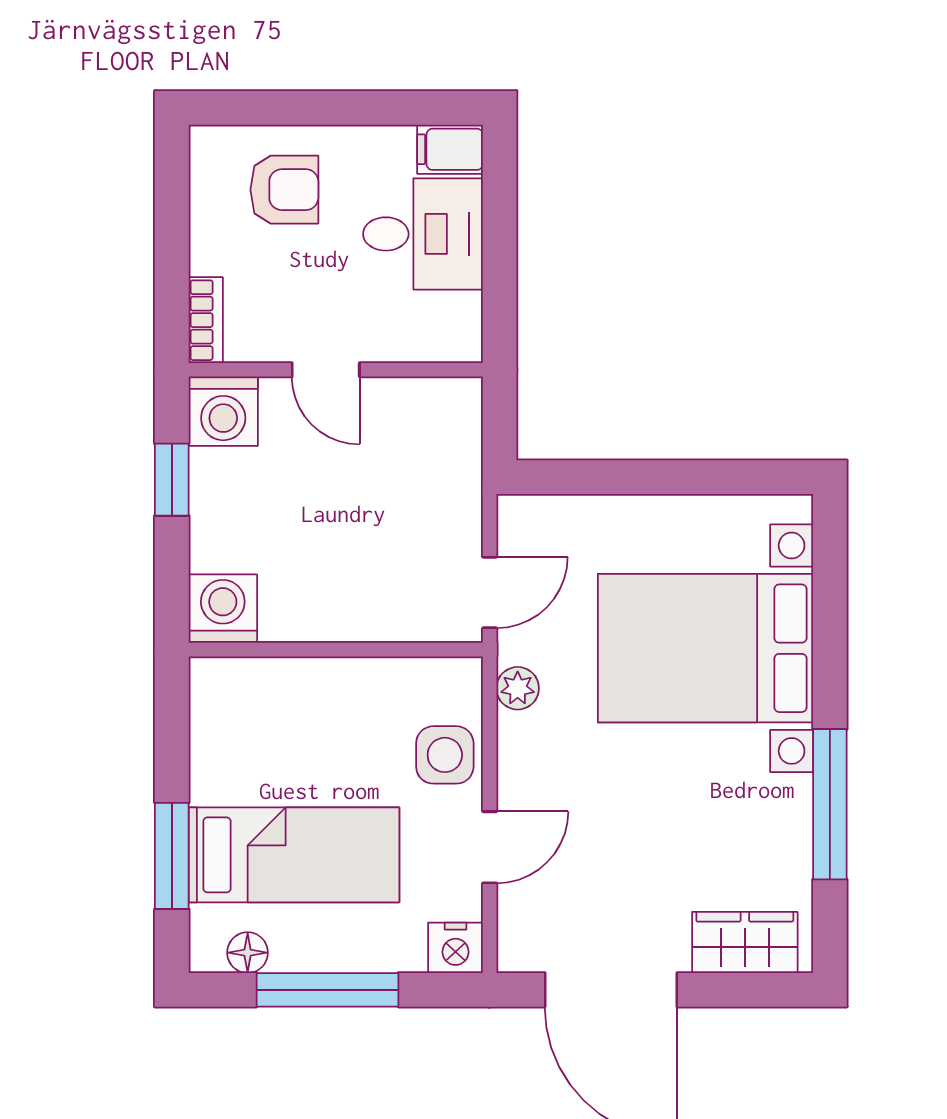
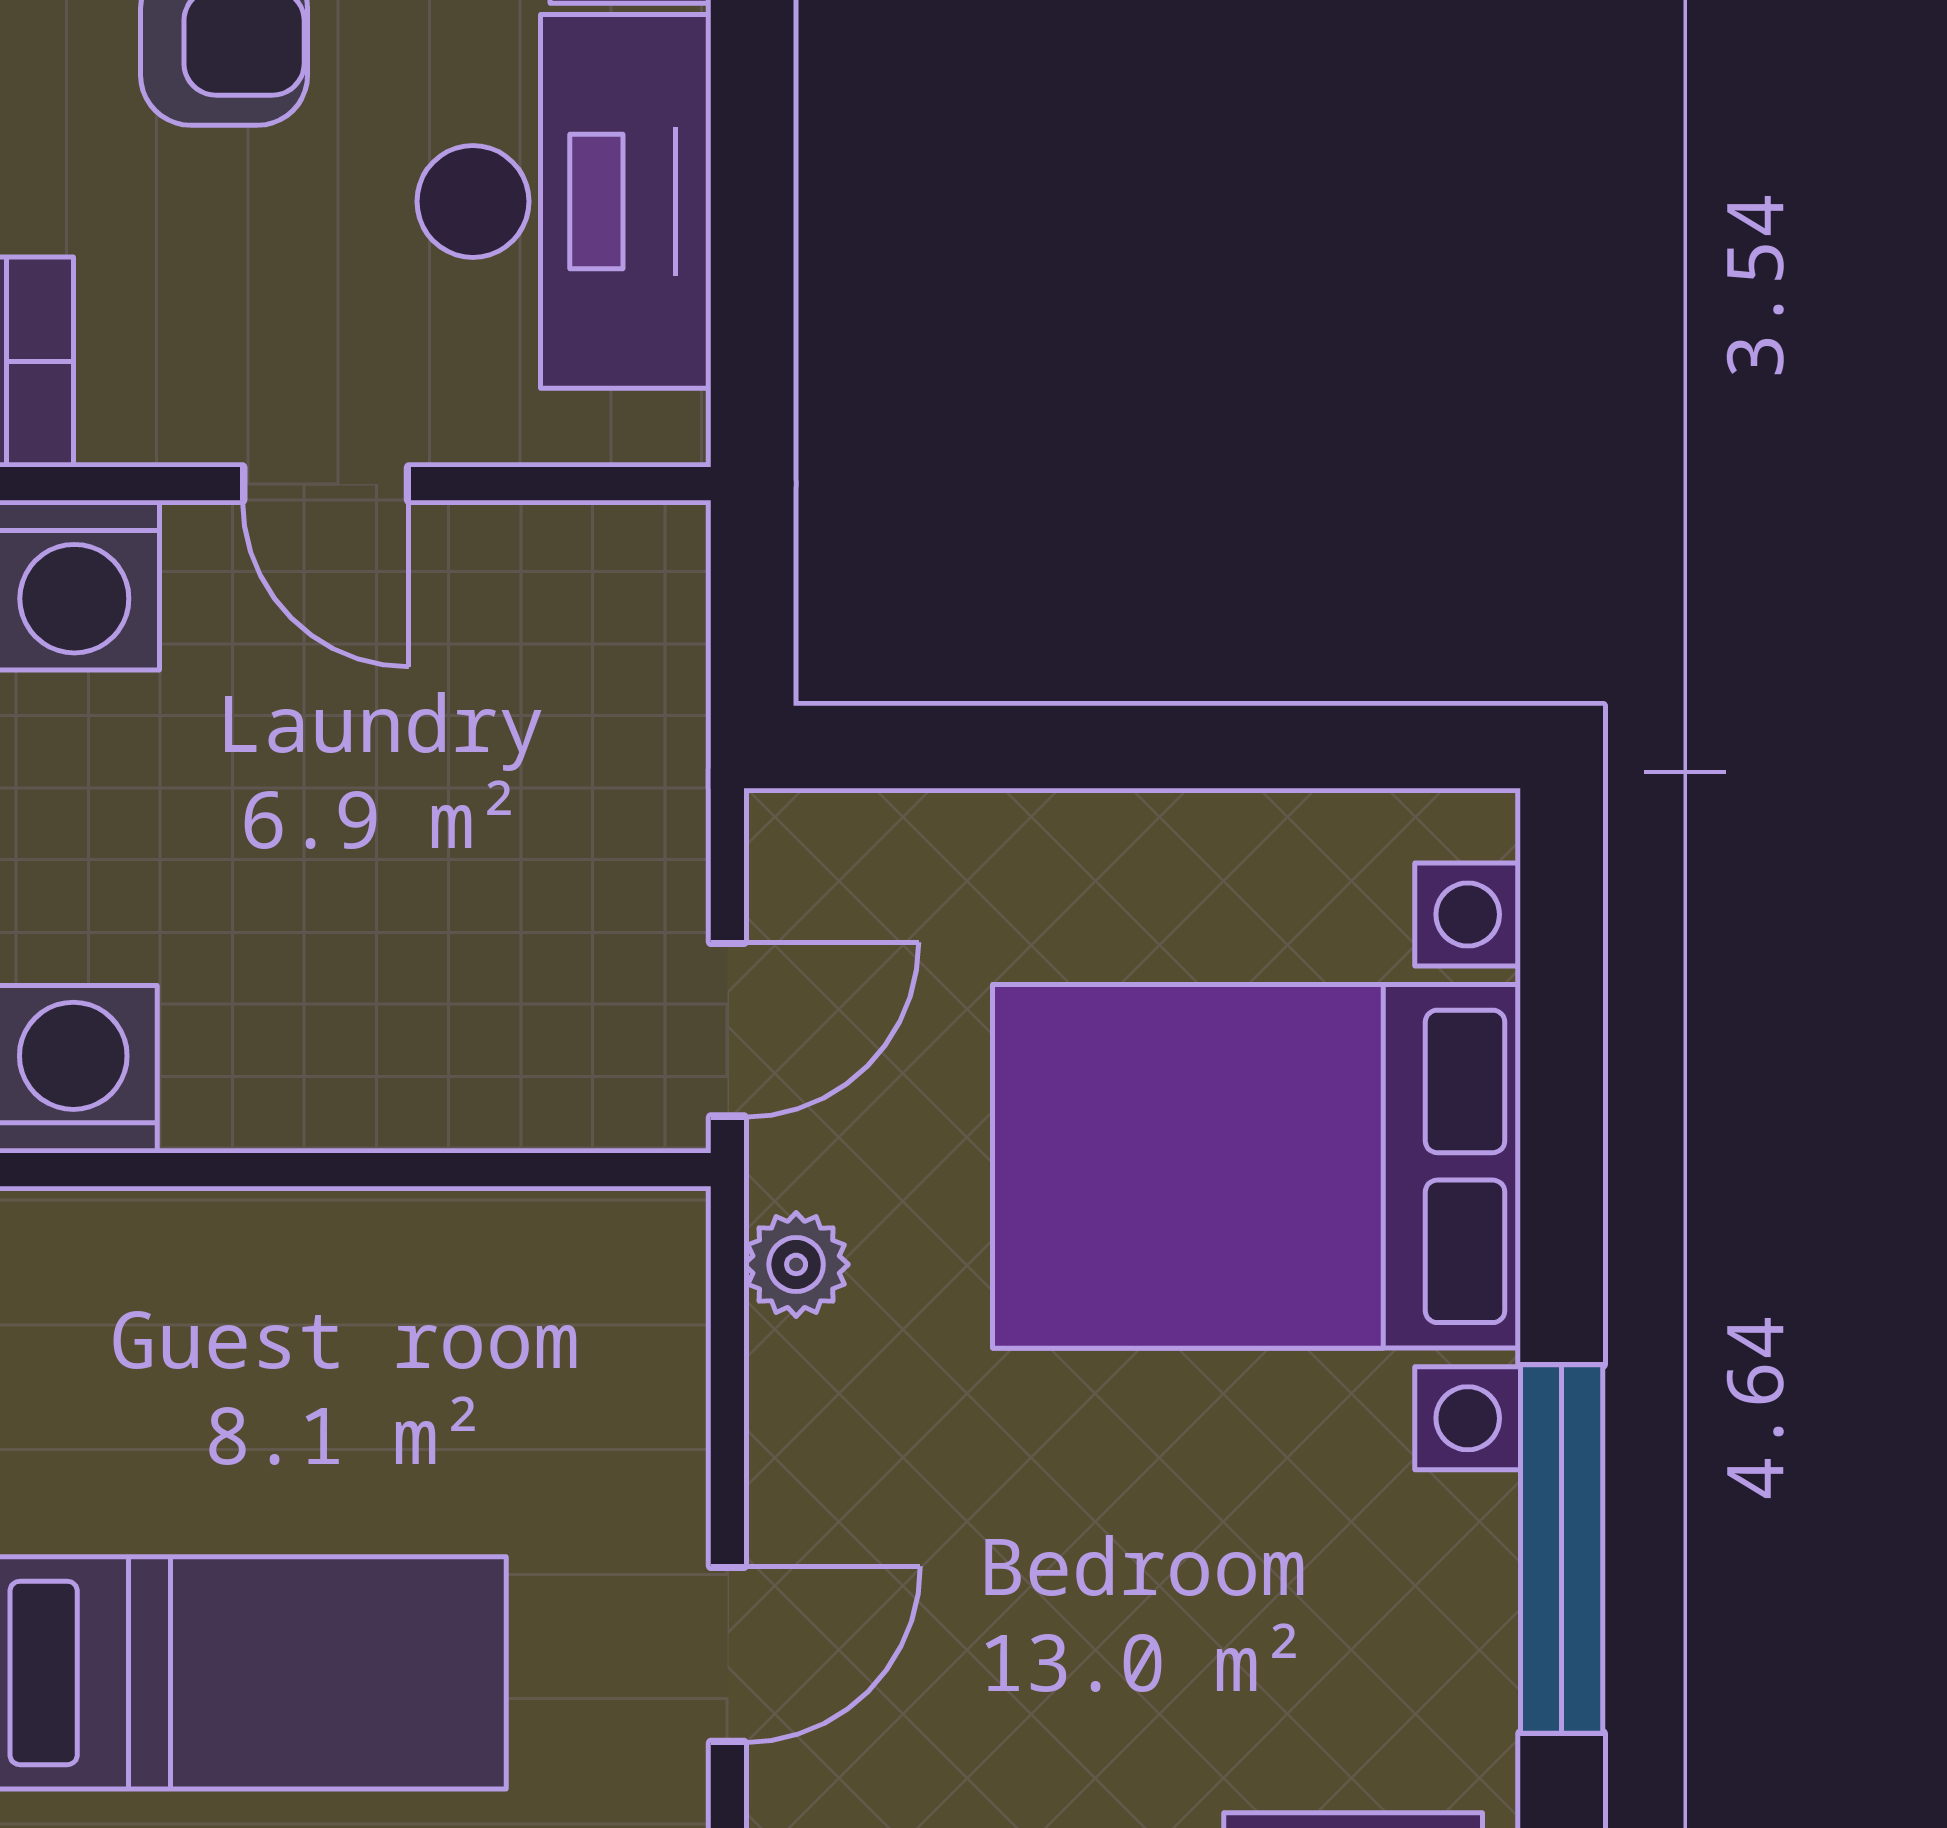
desk: (423, 234) -> (564, 201), width x1.37
side table: (445, 755) -> (618, 1428), removed

